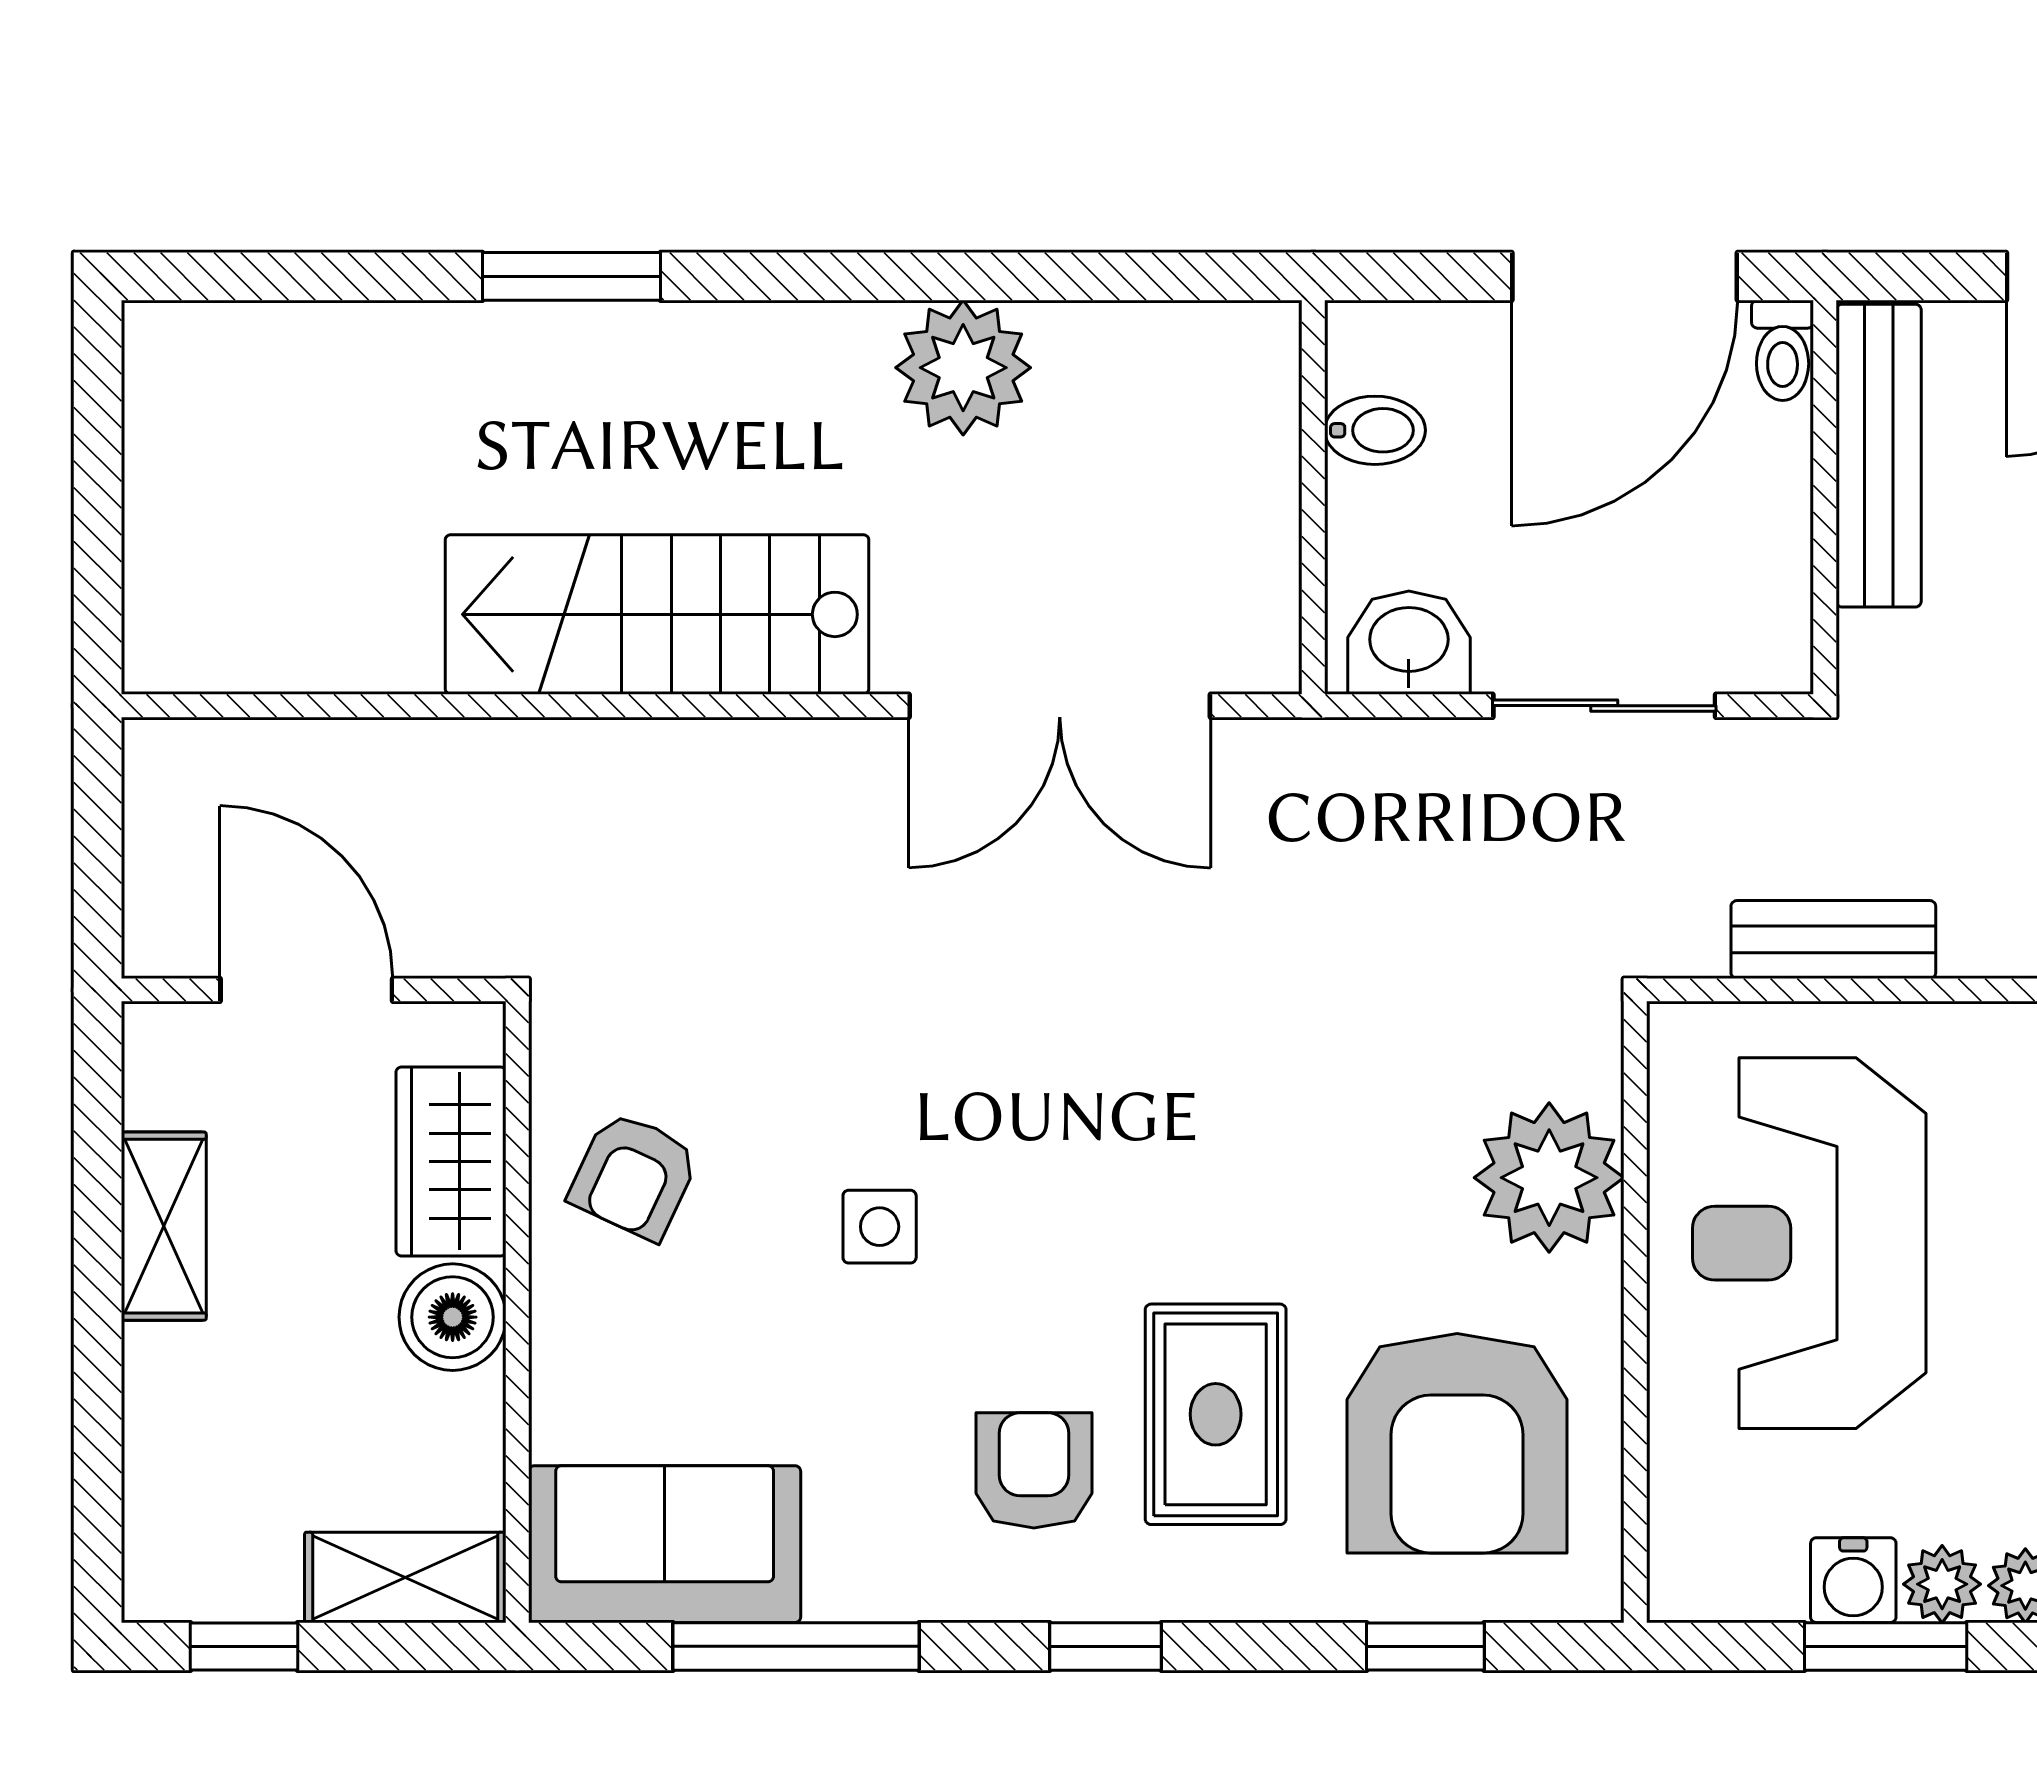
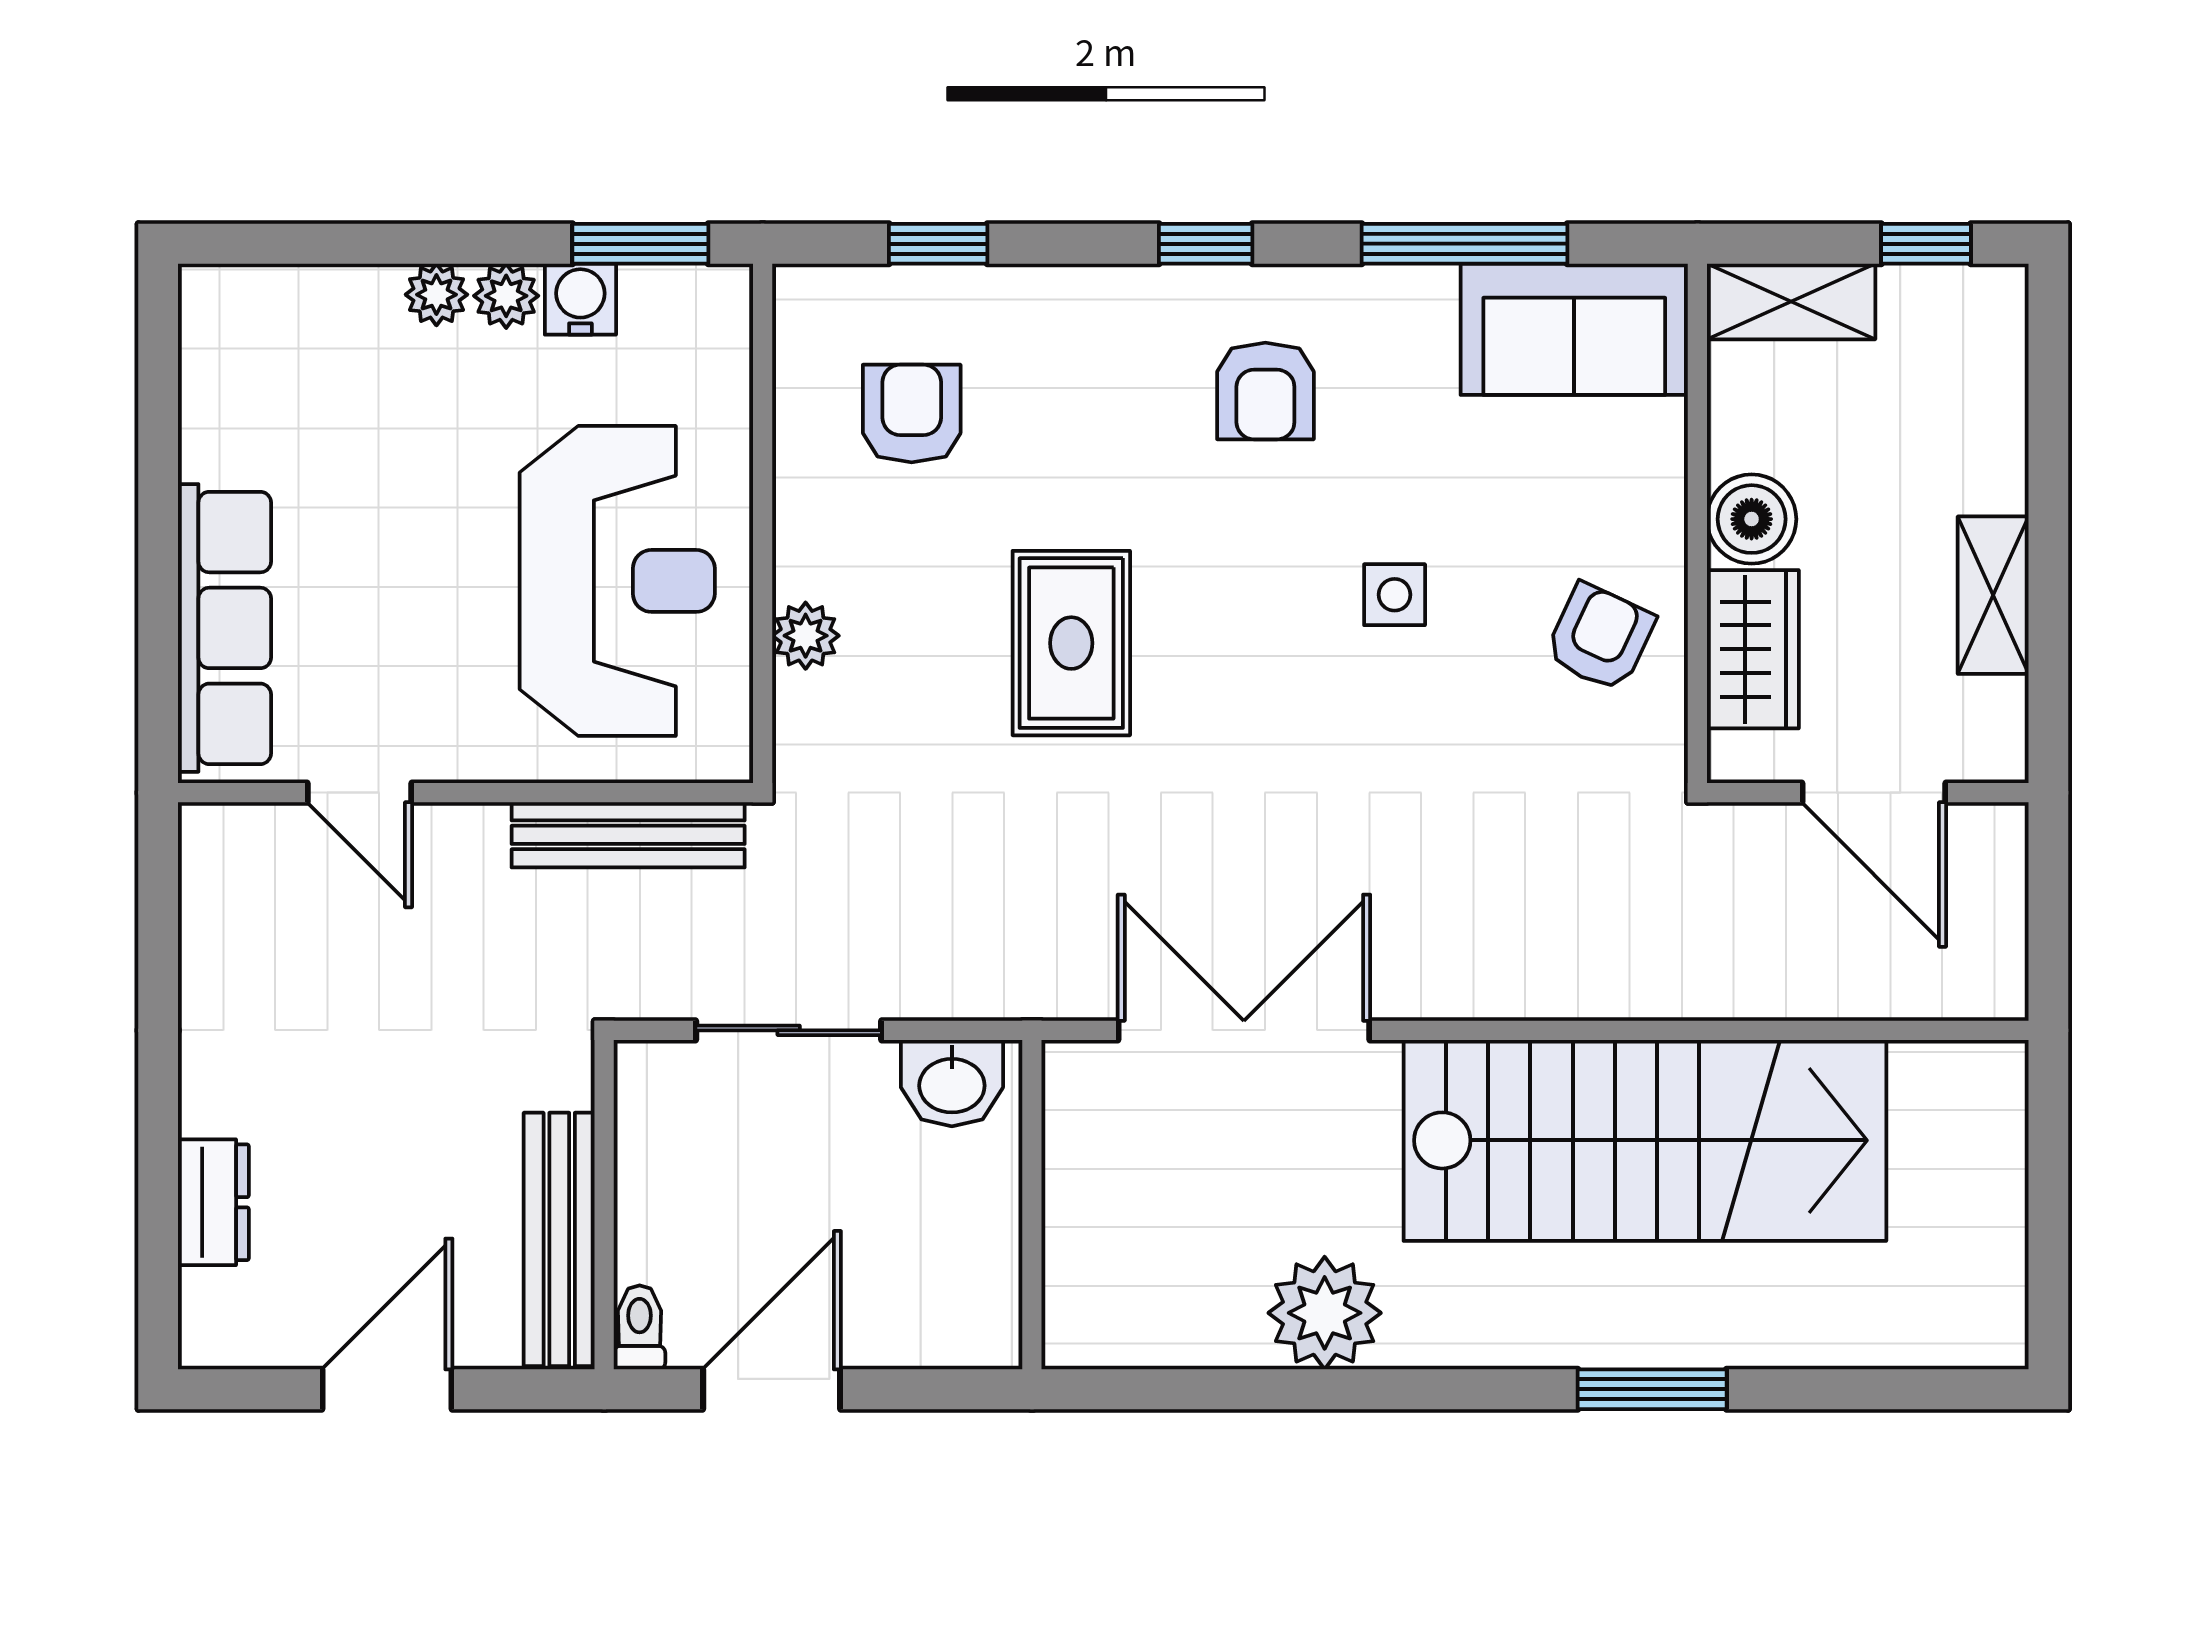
door: (1625, 276) -> (772, 1389), width x0.73
bidet: (1375, 430) -> (980, 1261), removed
stairs: (657, 614) -> (1645, 1140), width x1.36, depth x1.51
bench: (1833, 939) -> (628, 835), width x1.36
plant: (1549, 1178) -> (806, 636), width x0.53, depth x0.53
rug: (1216, 1414) -> (1071, 643), moved
armchair: (1457, 1443) -> (912, 414), width x0.53, depth x0.53
window: (1886, 1646) -> (640, 244), moved

